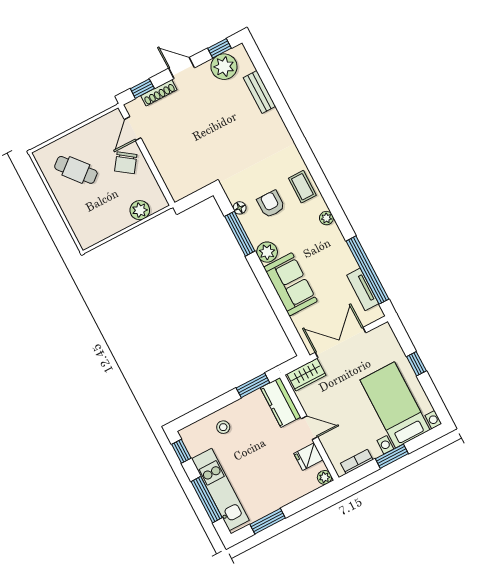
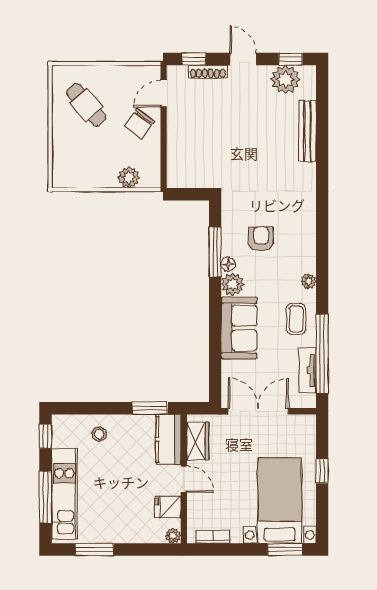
bench: (259, 92) -> (307, 131), width x1.36
coffee table: (302, 187) -> (296, 319), moved
floor lamp: (240, 208) -> (228, 264), moved
wardrobe: (306, 375) -> (198, 441), moved, turned -90
window: (392, 456) -> (285, 550), moved

